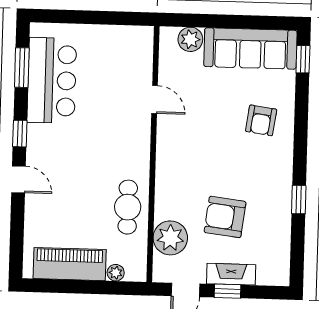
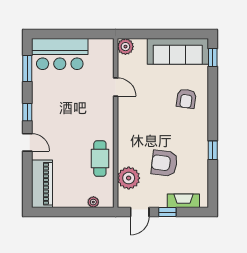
plant: (190, 39) -> (125, 47), moved
bar counter: (52, 80) -> (60, 54), moved, turned 90
piano: (70, 264) -> (42, 184), moved, turned 90
fireplace: (231, 274) -> (183, 201), moved

